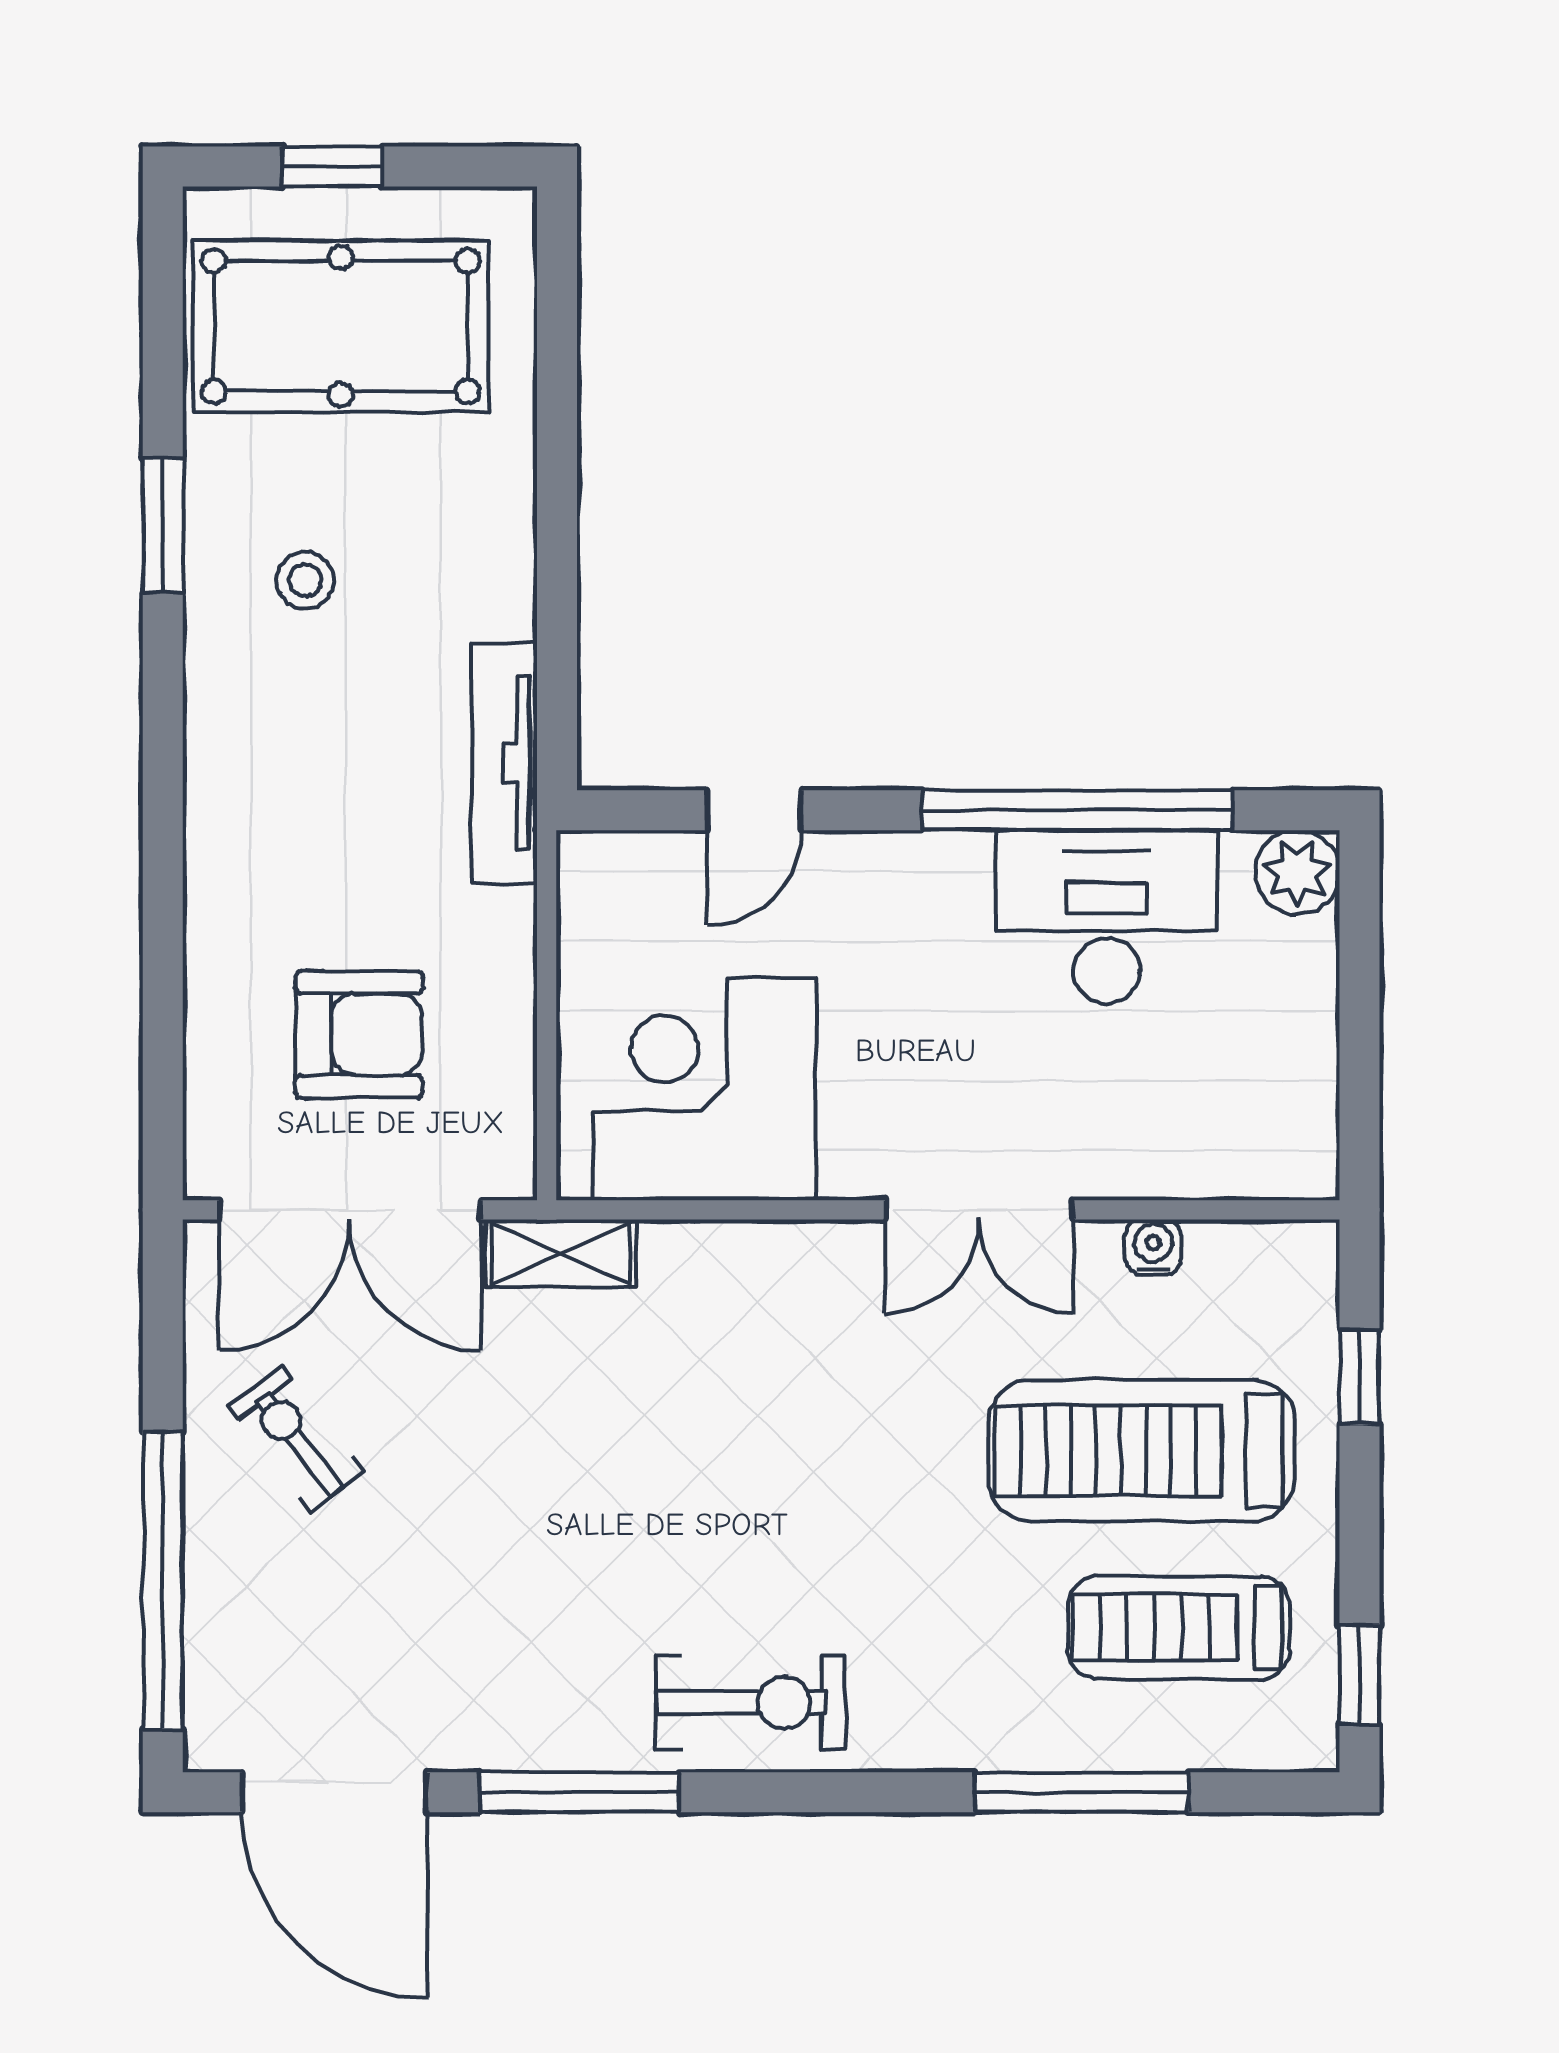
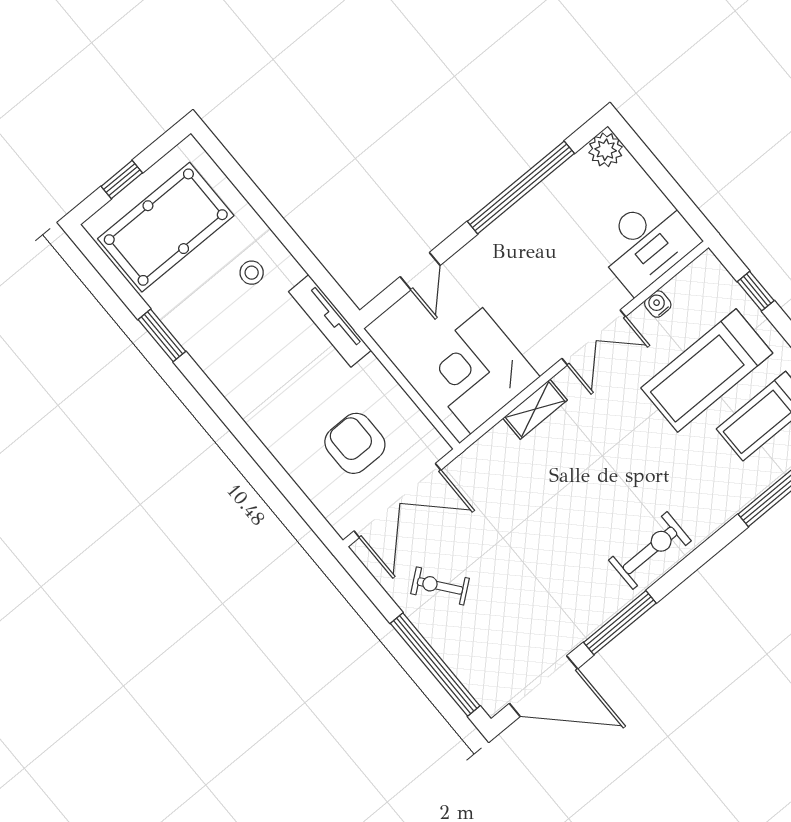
stool: (305, 580) -> (252, 273), moved
desk: (1106, 917) -> (647, 243), moved, turned 180
armchair: (359, 1034) -> (355, 443), turned -90
shelving: (561, 1253) -> (535, 409), moved

